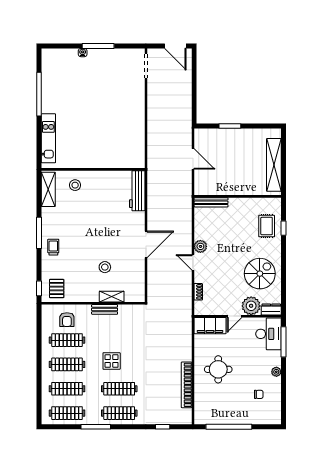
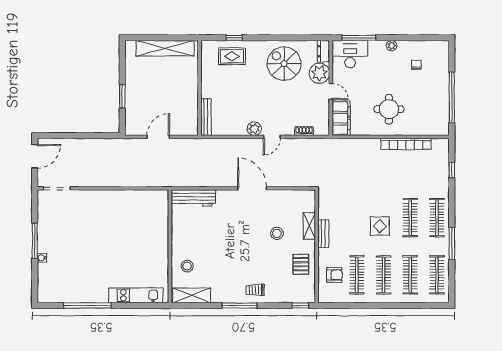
pallet: (57, 289) -> (301, 264), moved, turned 90

